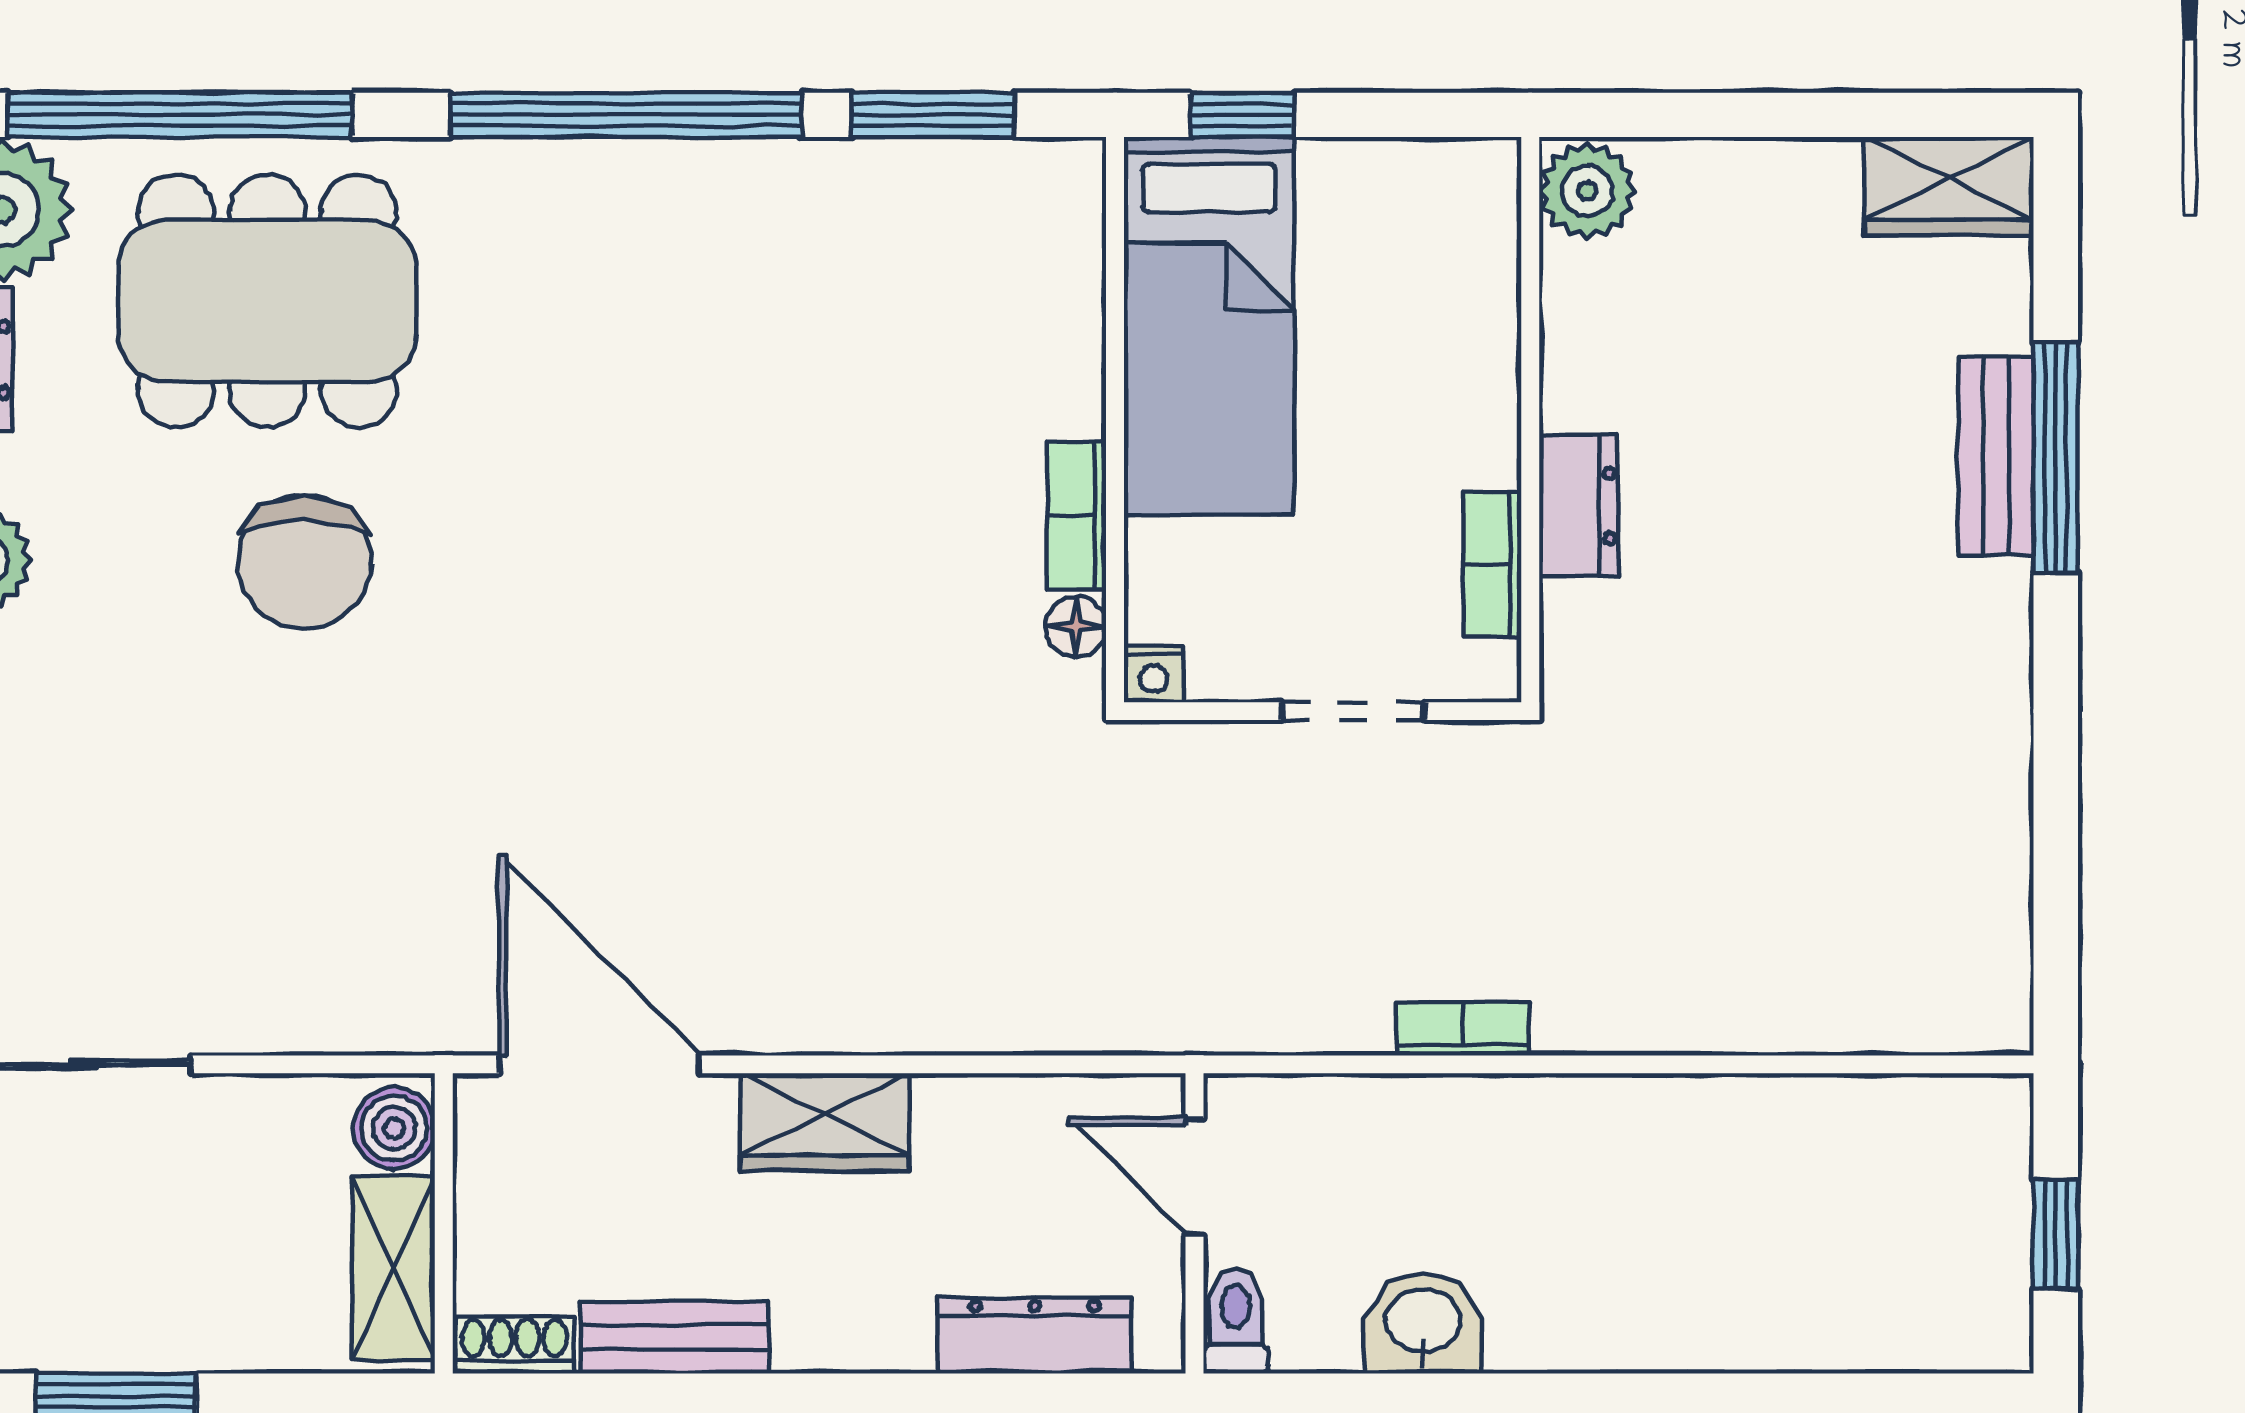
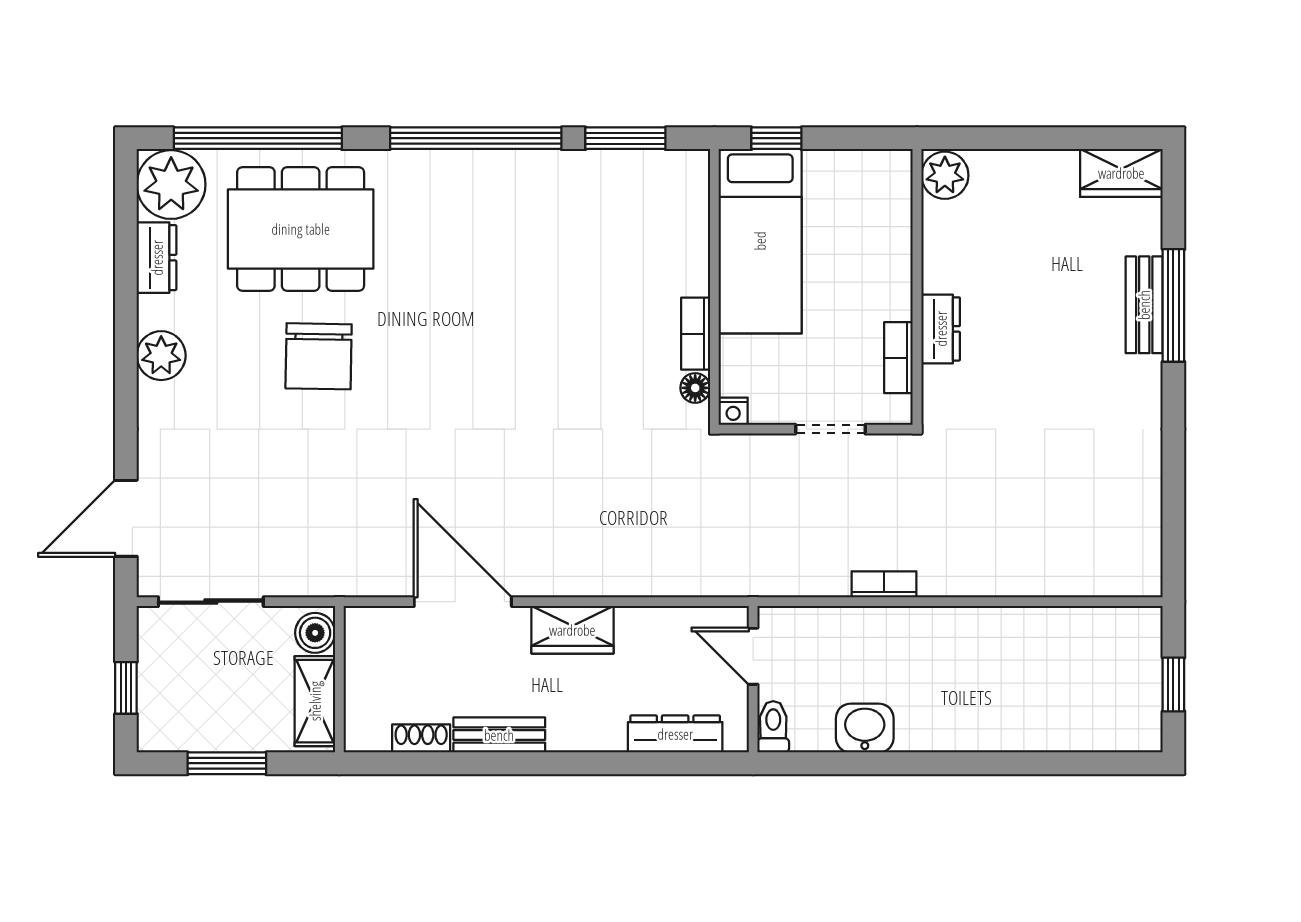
boiler: (394, 1128) -> (315, 633), moved
wall: (444, 1223) -> (339, 679), moved
shelving: (394, 1268) -> (315, 701), moved

